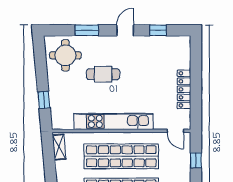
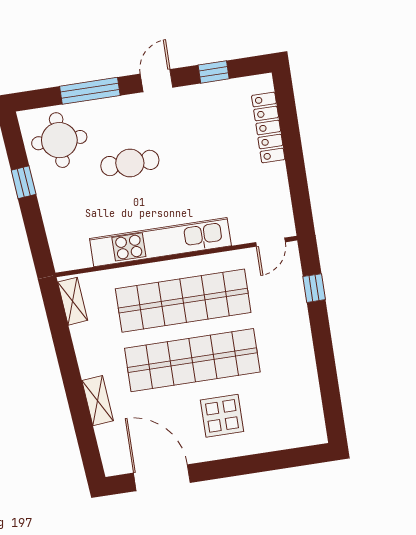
window: (87, 30) -> (90, 91), width x1.44
locker: (184, 89) -> (268, 128), moved
window: (44, 100) -> (24, 182), moved
door: (175, 131) -> (270, 242), hinge flipped

